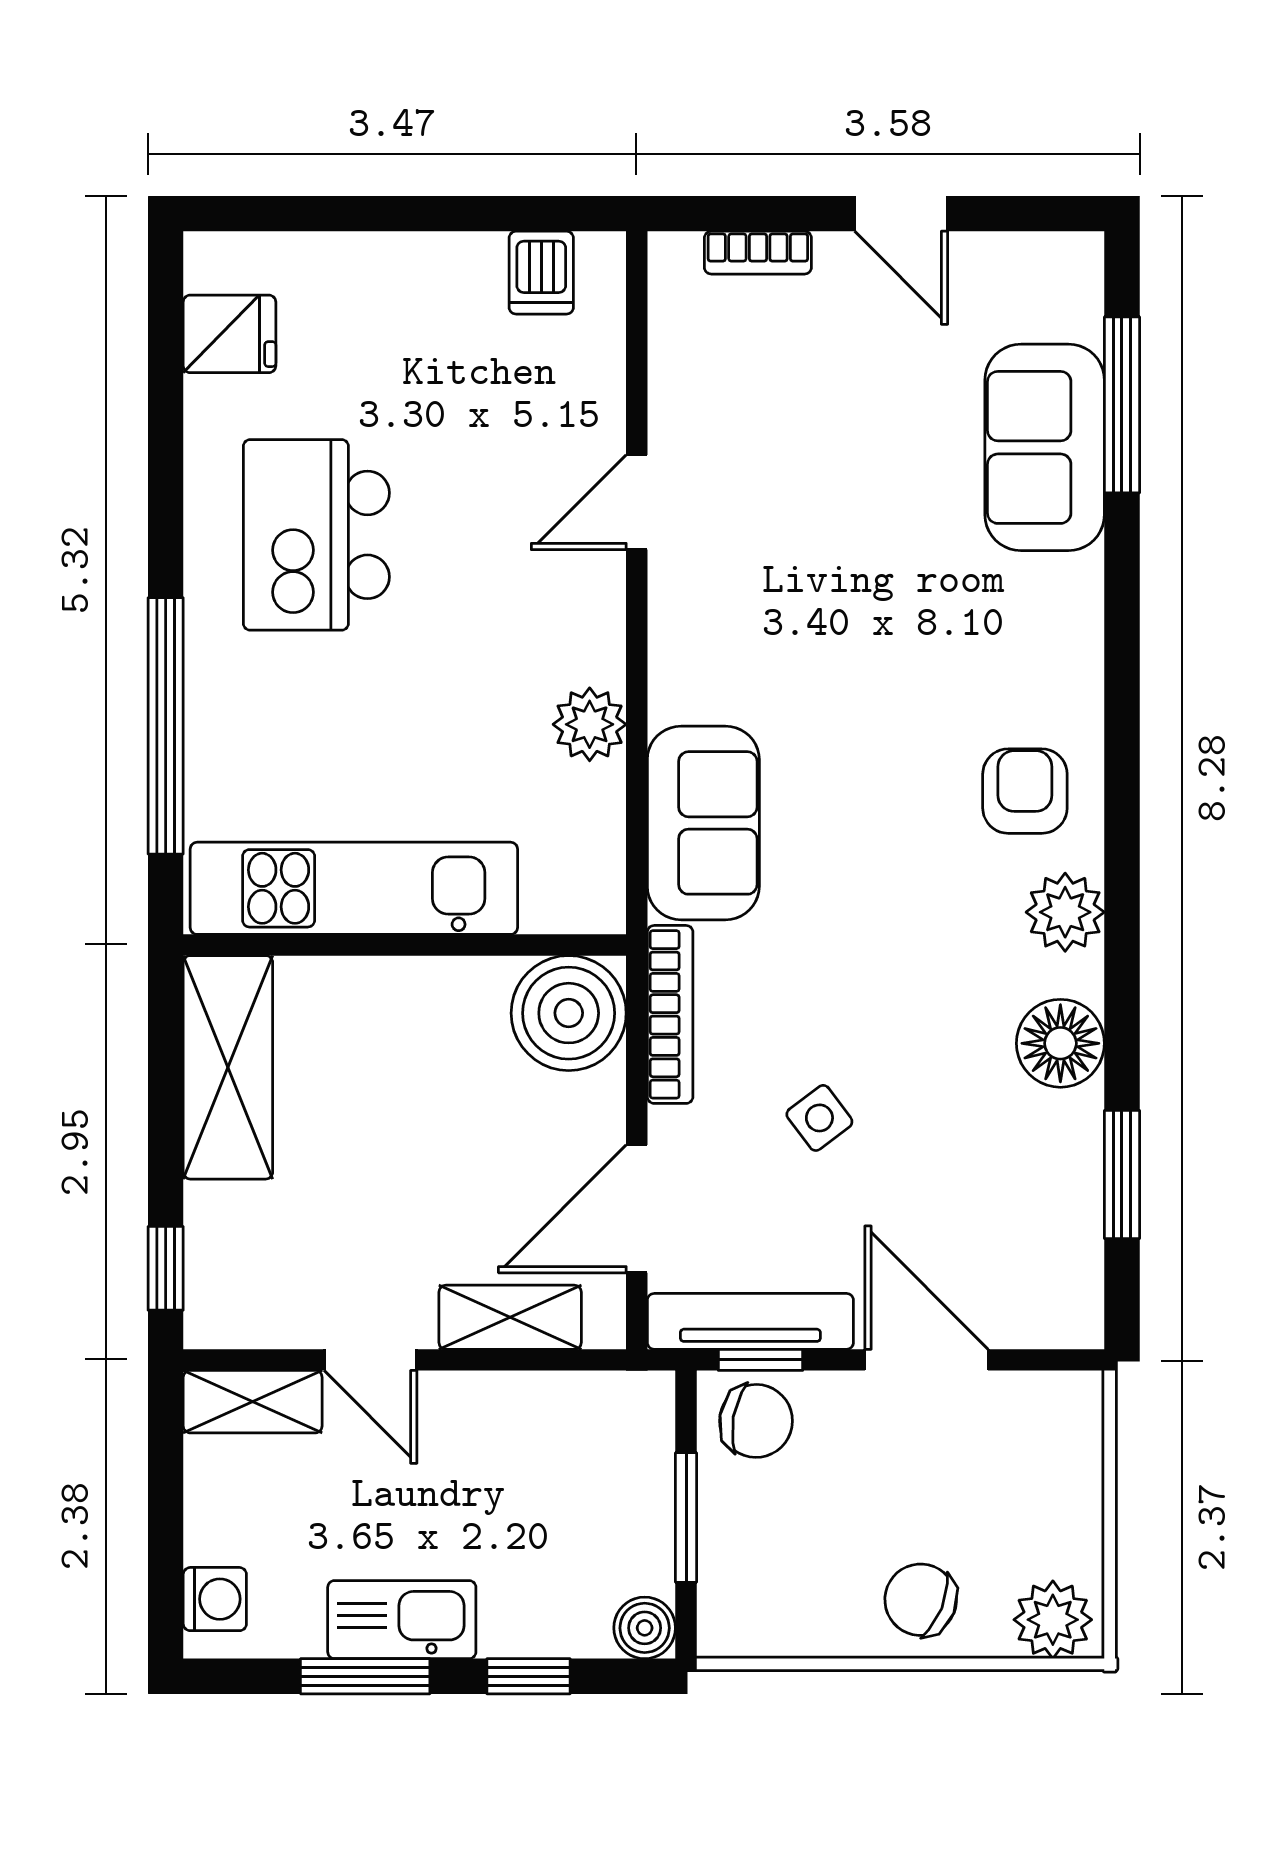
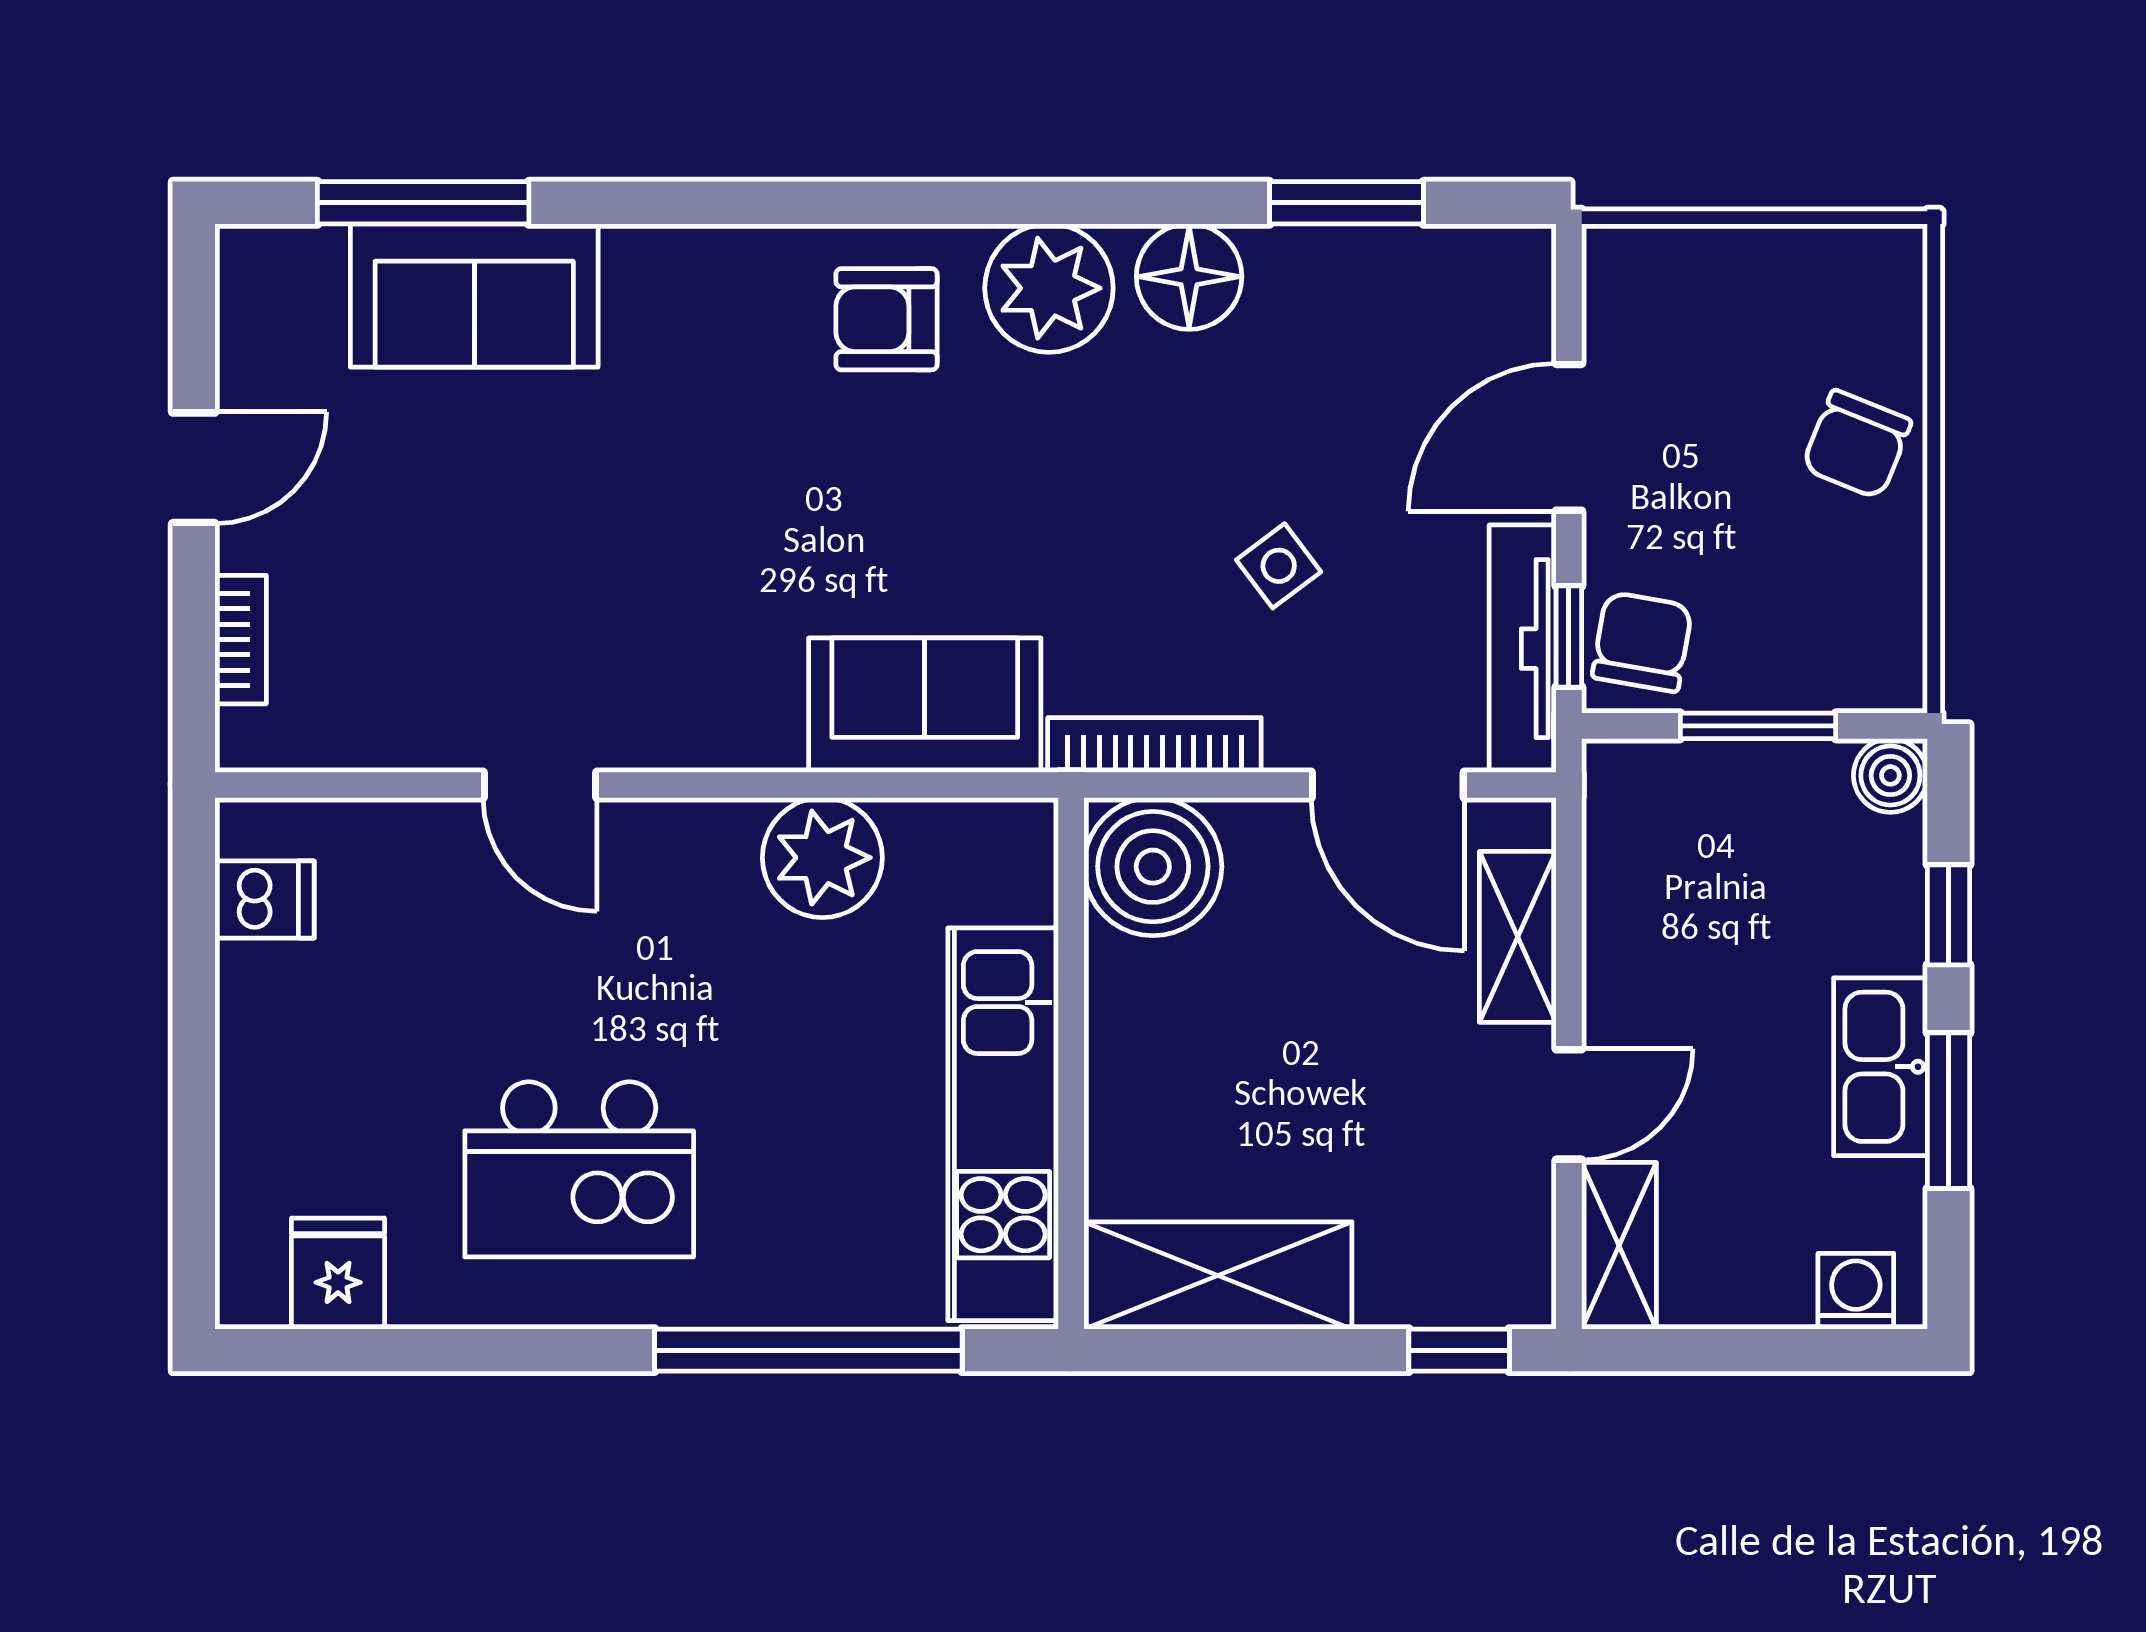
plant: (590, 724) -> (822, 858), width x1.36, depth x1.36
plant: (1065, 912) -> (1049, 288), width x1.36, depth x1.36
plant: (1053, 1620) -> (1881, 286), removed

